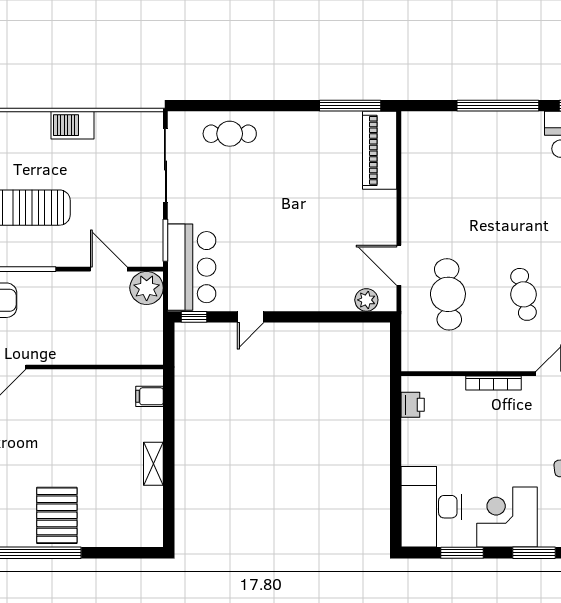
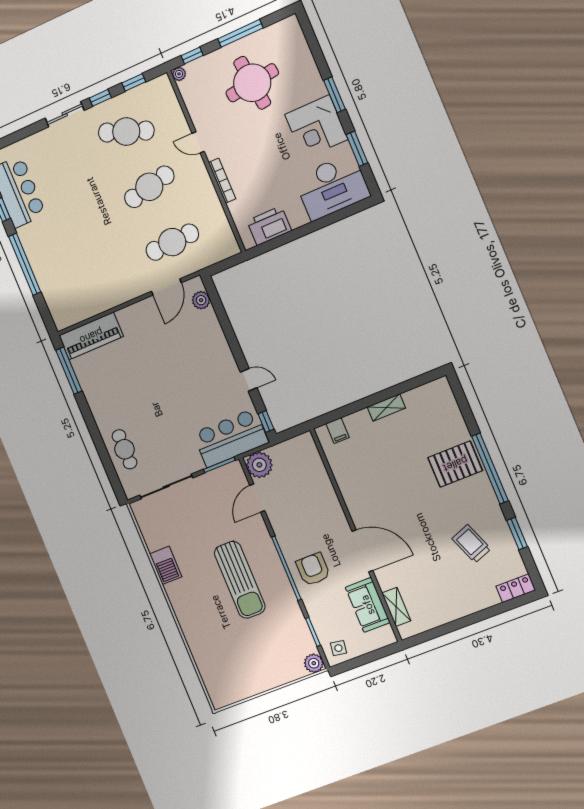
cafe table: (523, 294) -> (149, 187), width x1.37, depth x1.35
printer: (413, 405) -> (269, 226), width x1.87, depth x1.48

